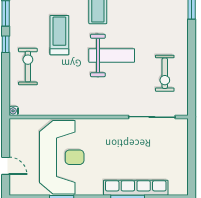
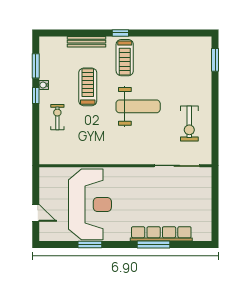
exercise bike: (28, 67) -> (57, 117), width x0.73, depth x0.72
water cooler: (14, 111) -> (44, 85), moved

